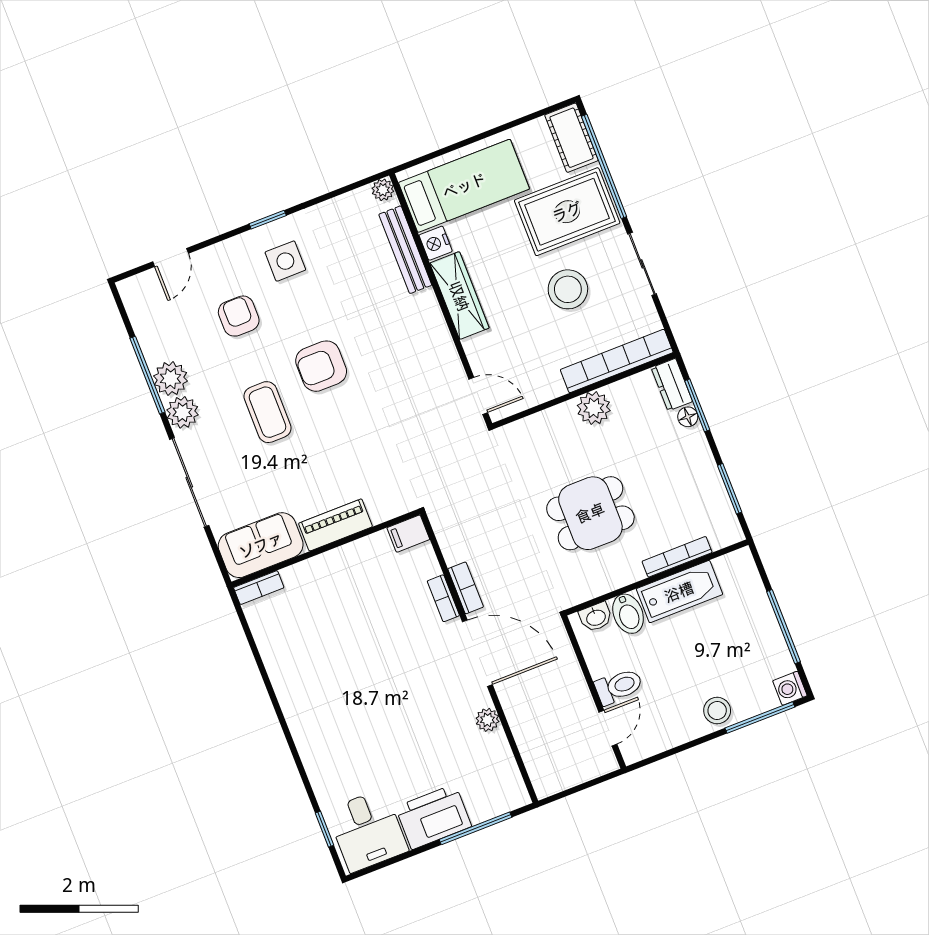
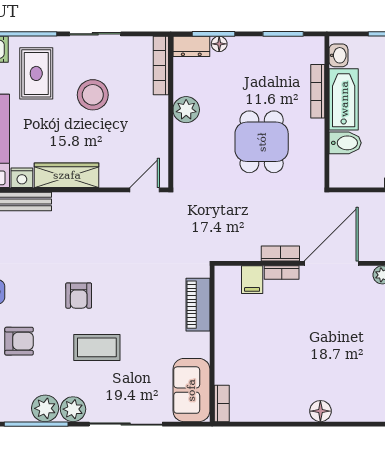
rug: (567, 212) -> (36, 73), width x0.73, depth x0.70
armchair: (239, 316) -> (19, 341), turned 180
bookcase: (617, 361) -> (161, 66), width x0.68, depth x0.76
armchair: (321, 366) -> (79, 296), width x0.72, depth x0.72
piano: (335, 525) -> (198, 305), moved
filing cabinet: (408, 534) -> (252, 280), moved
washbasin: (596, 617) -> (338, 55), moved
floor lamp: (296, 709) -> (320, 411), added

